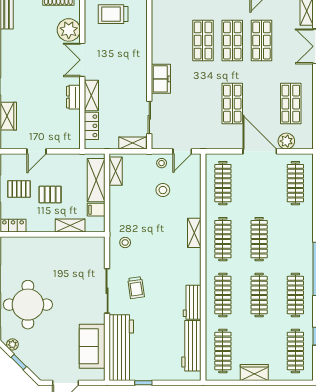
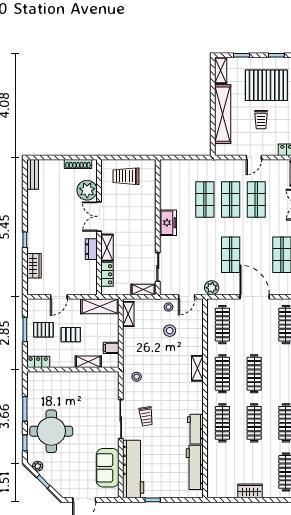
freezer: (161, 79) -> (168, 223), moved
plant: (286, 141) -> (212, 288), moved
shelving: (96, 180) -> (100, 306), moved, turned 90
clothes rail: (223, 351) -> (222, 472), removed

